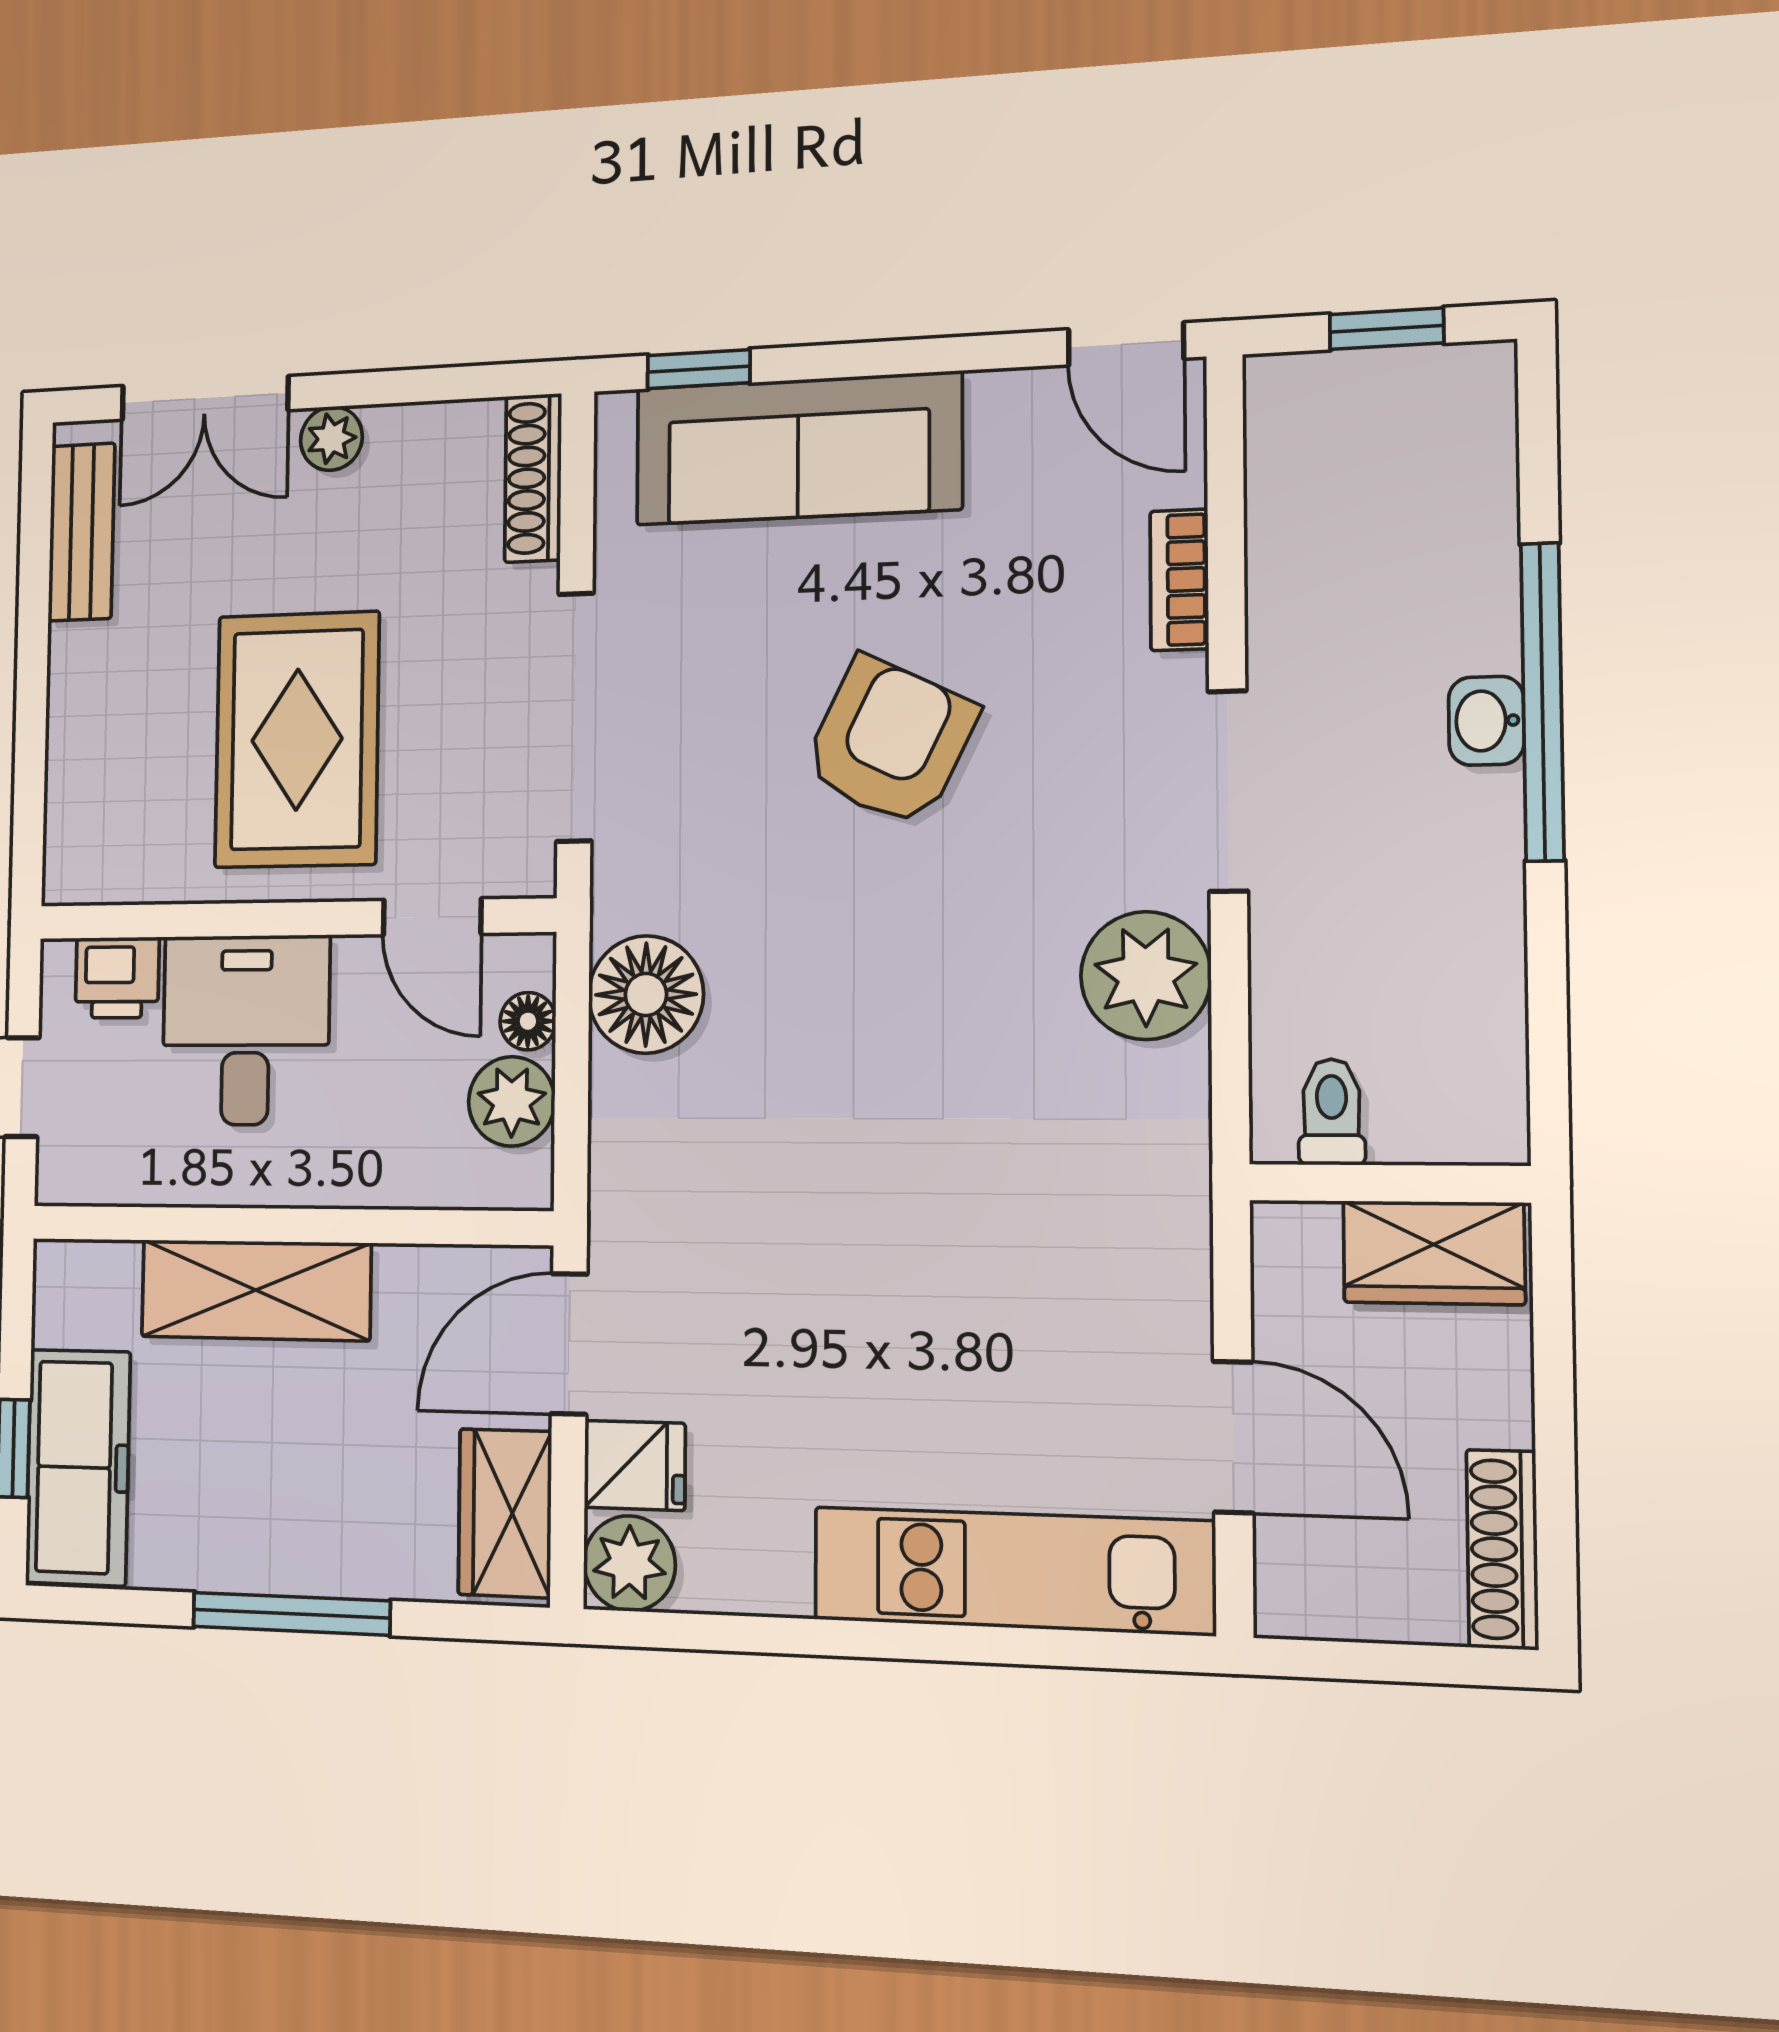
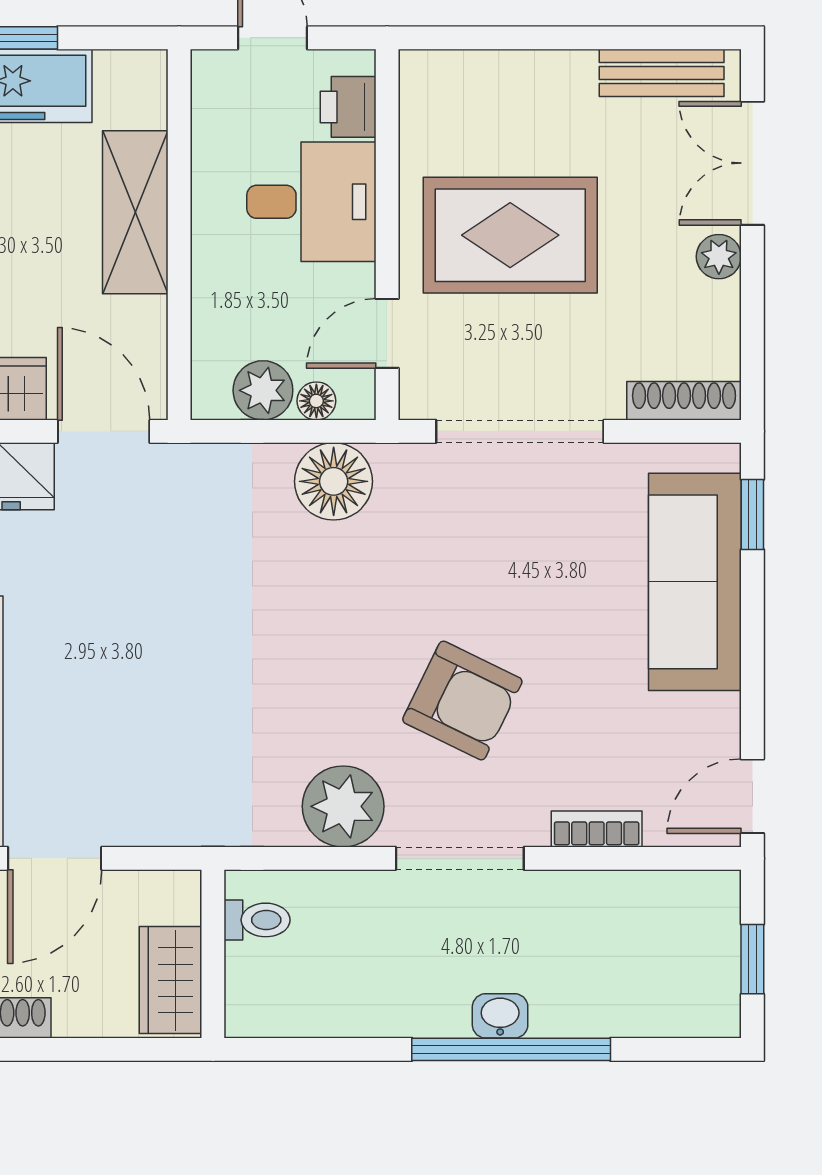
armchair: (890, 742) -> (462, 701), moved

